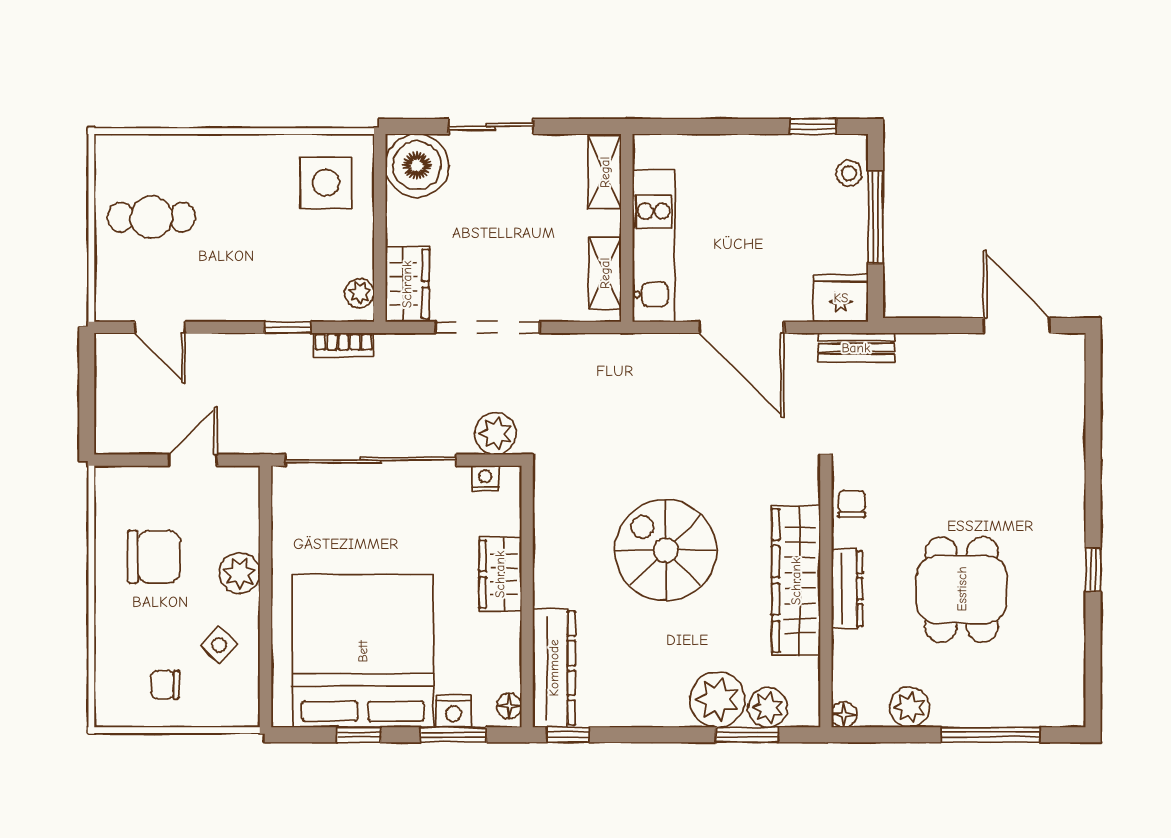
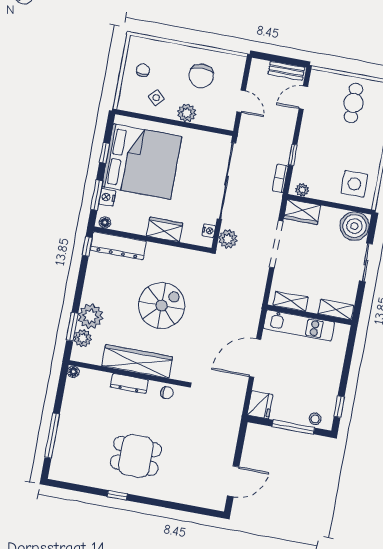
bench: (856, 348) -> (286, 71), moved, turned 90
dining table: (962, 589) -> (136, 456), moved
plant: (910, 707) -> (71, 402), removed

